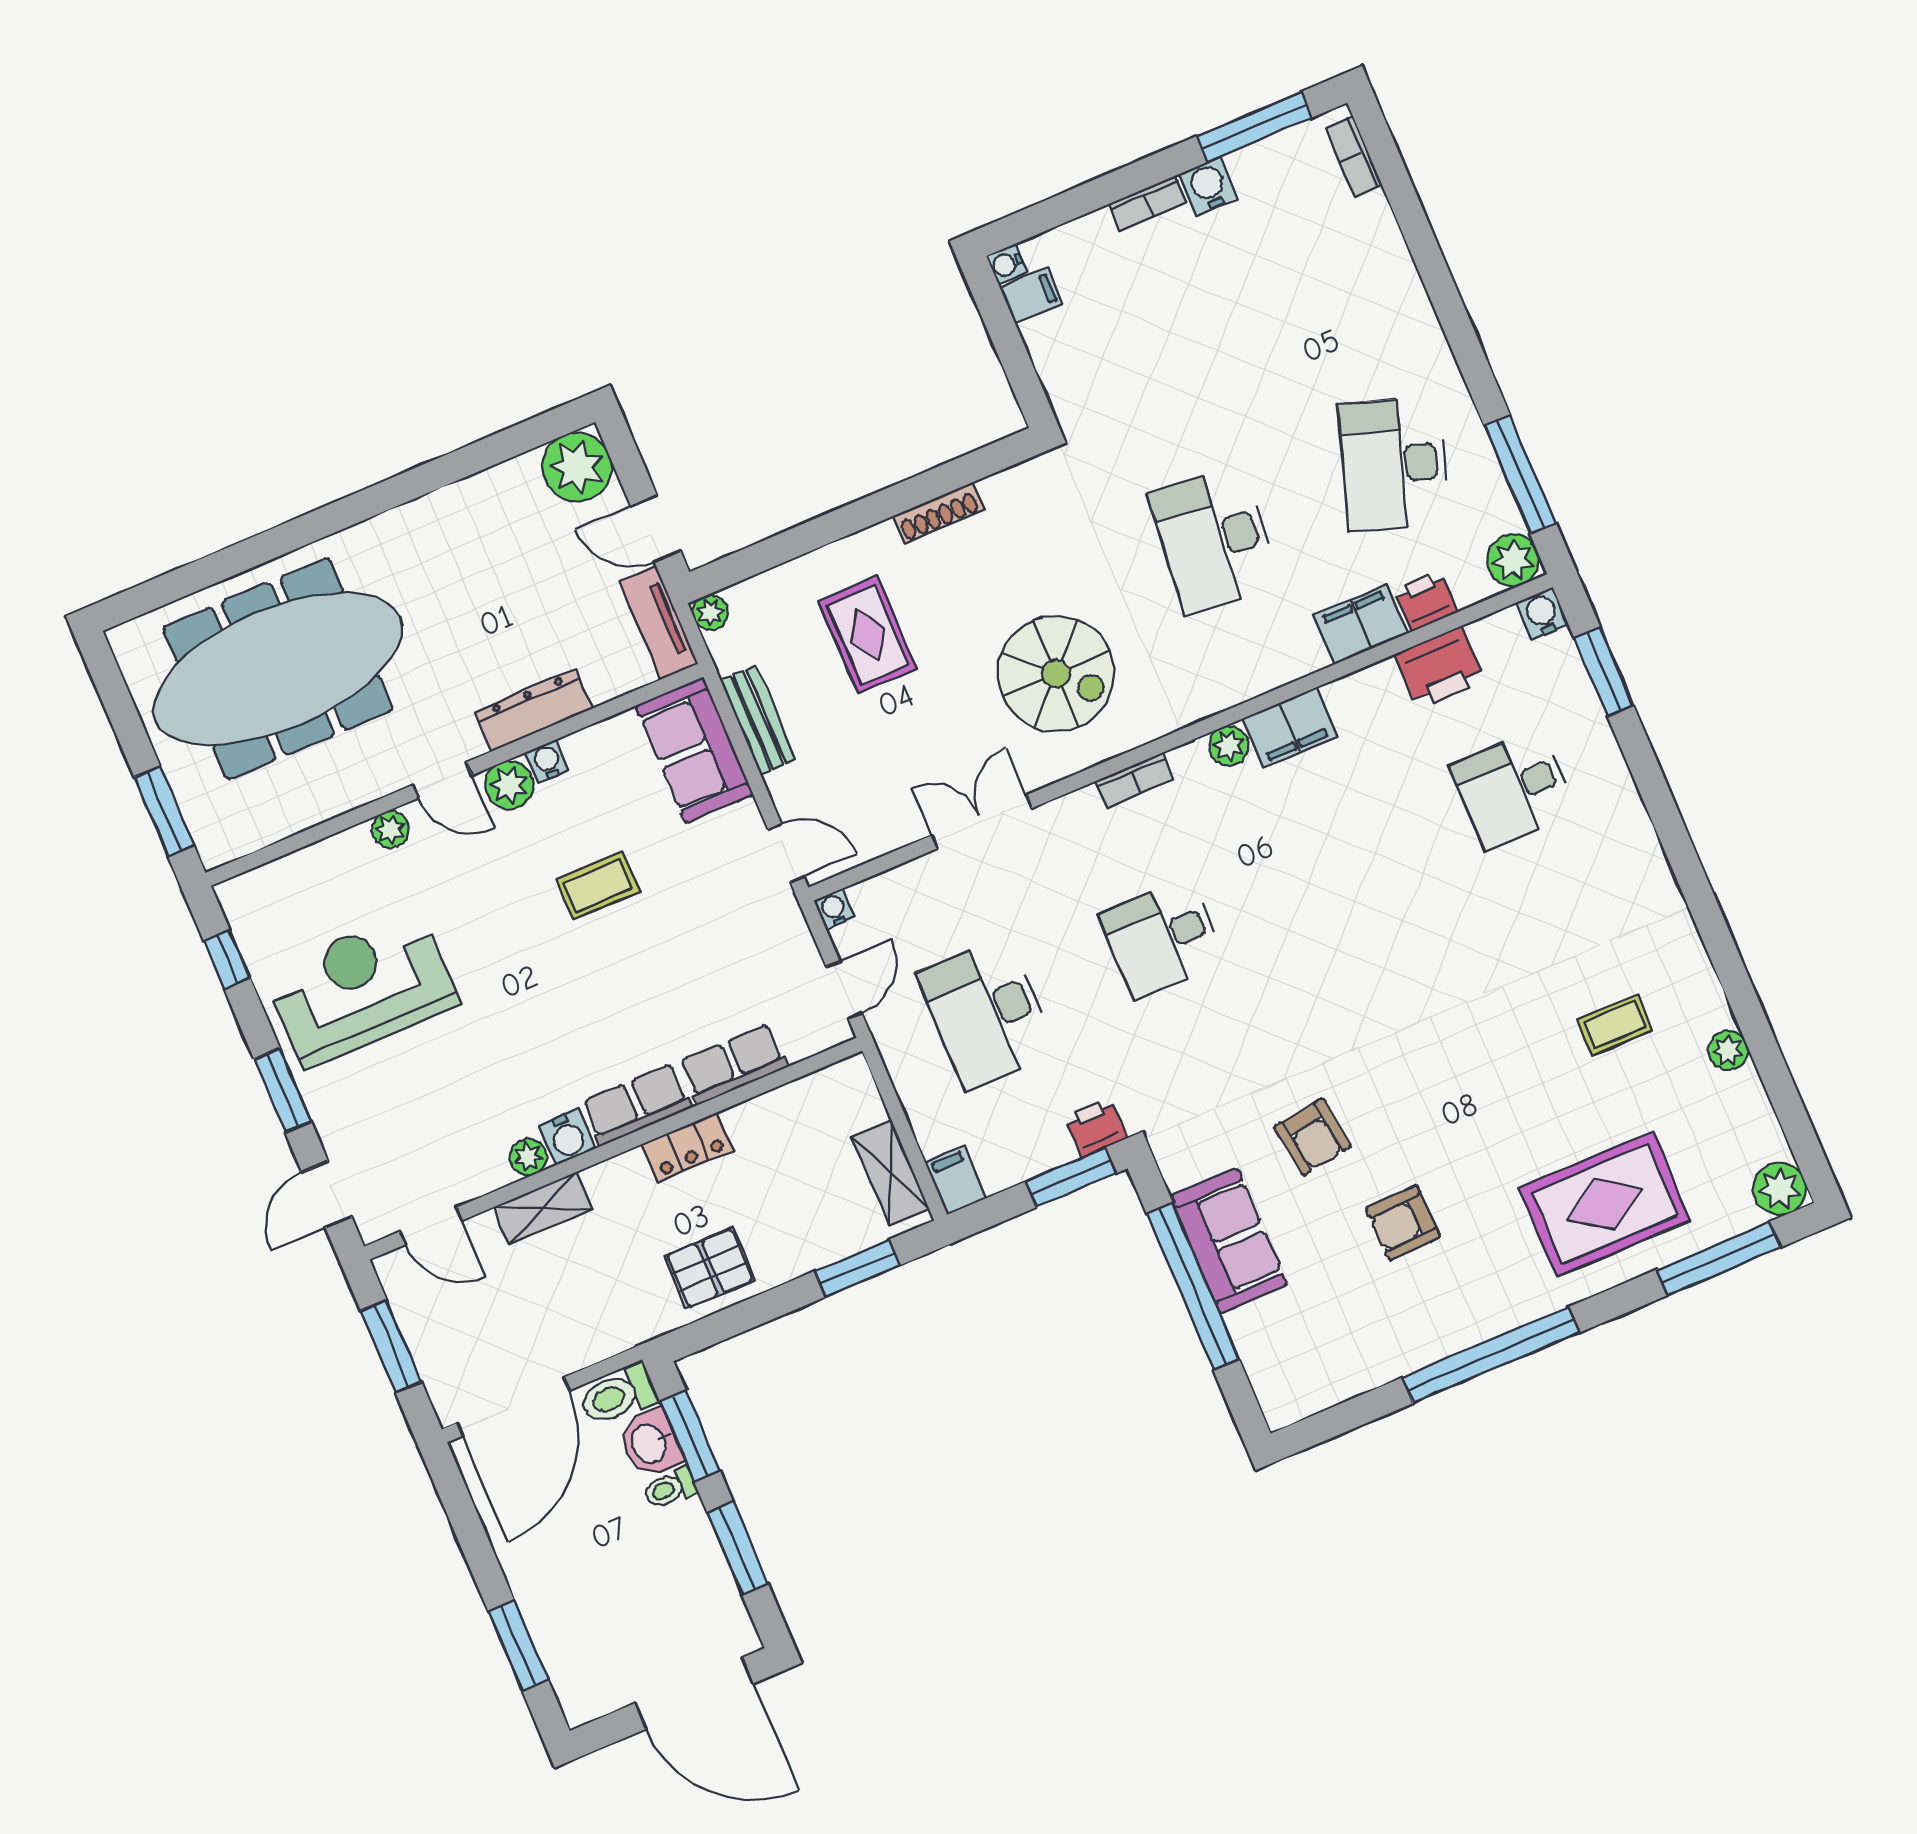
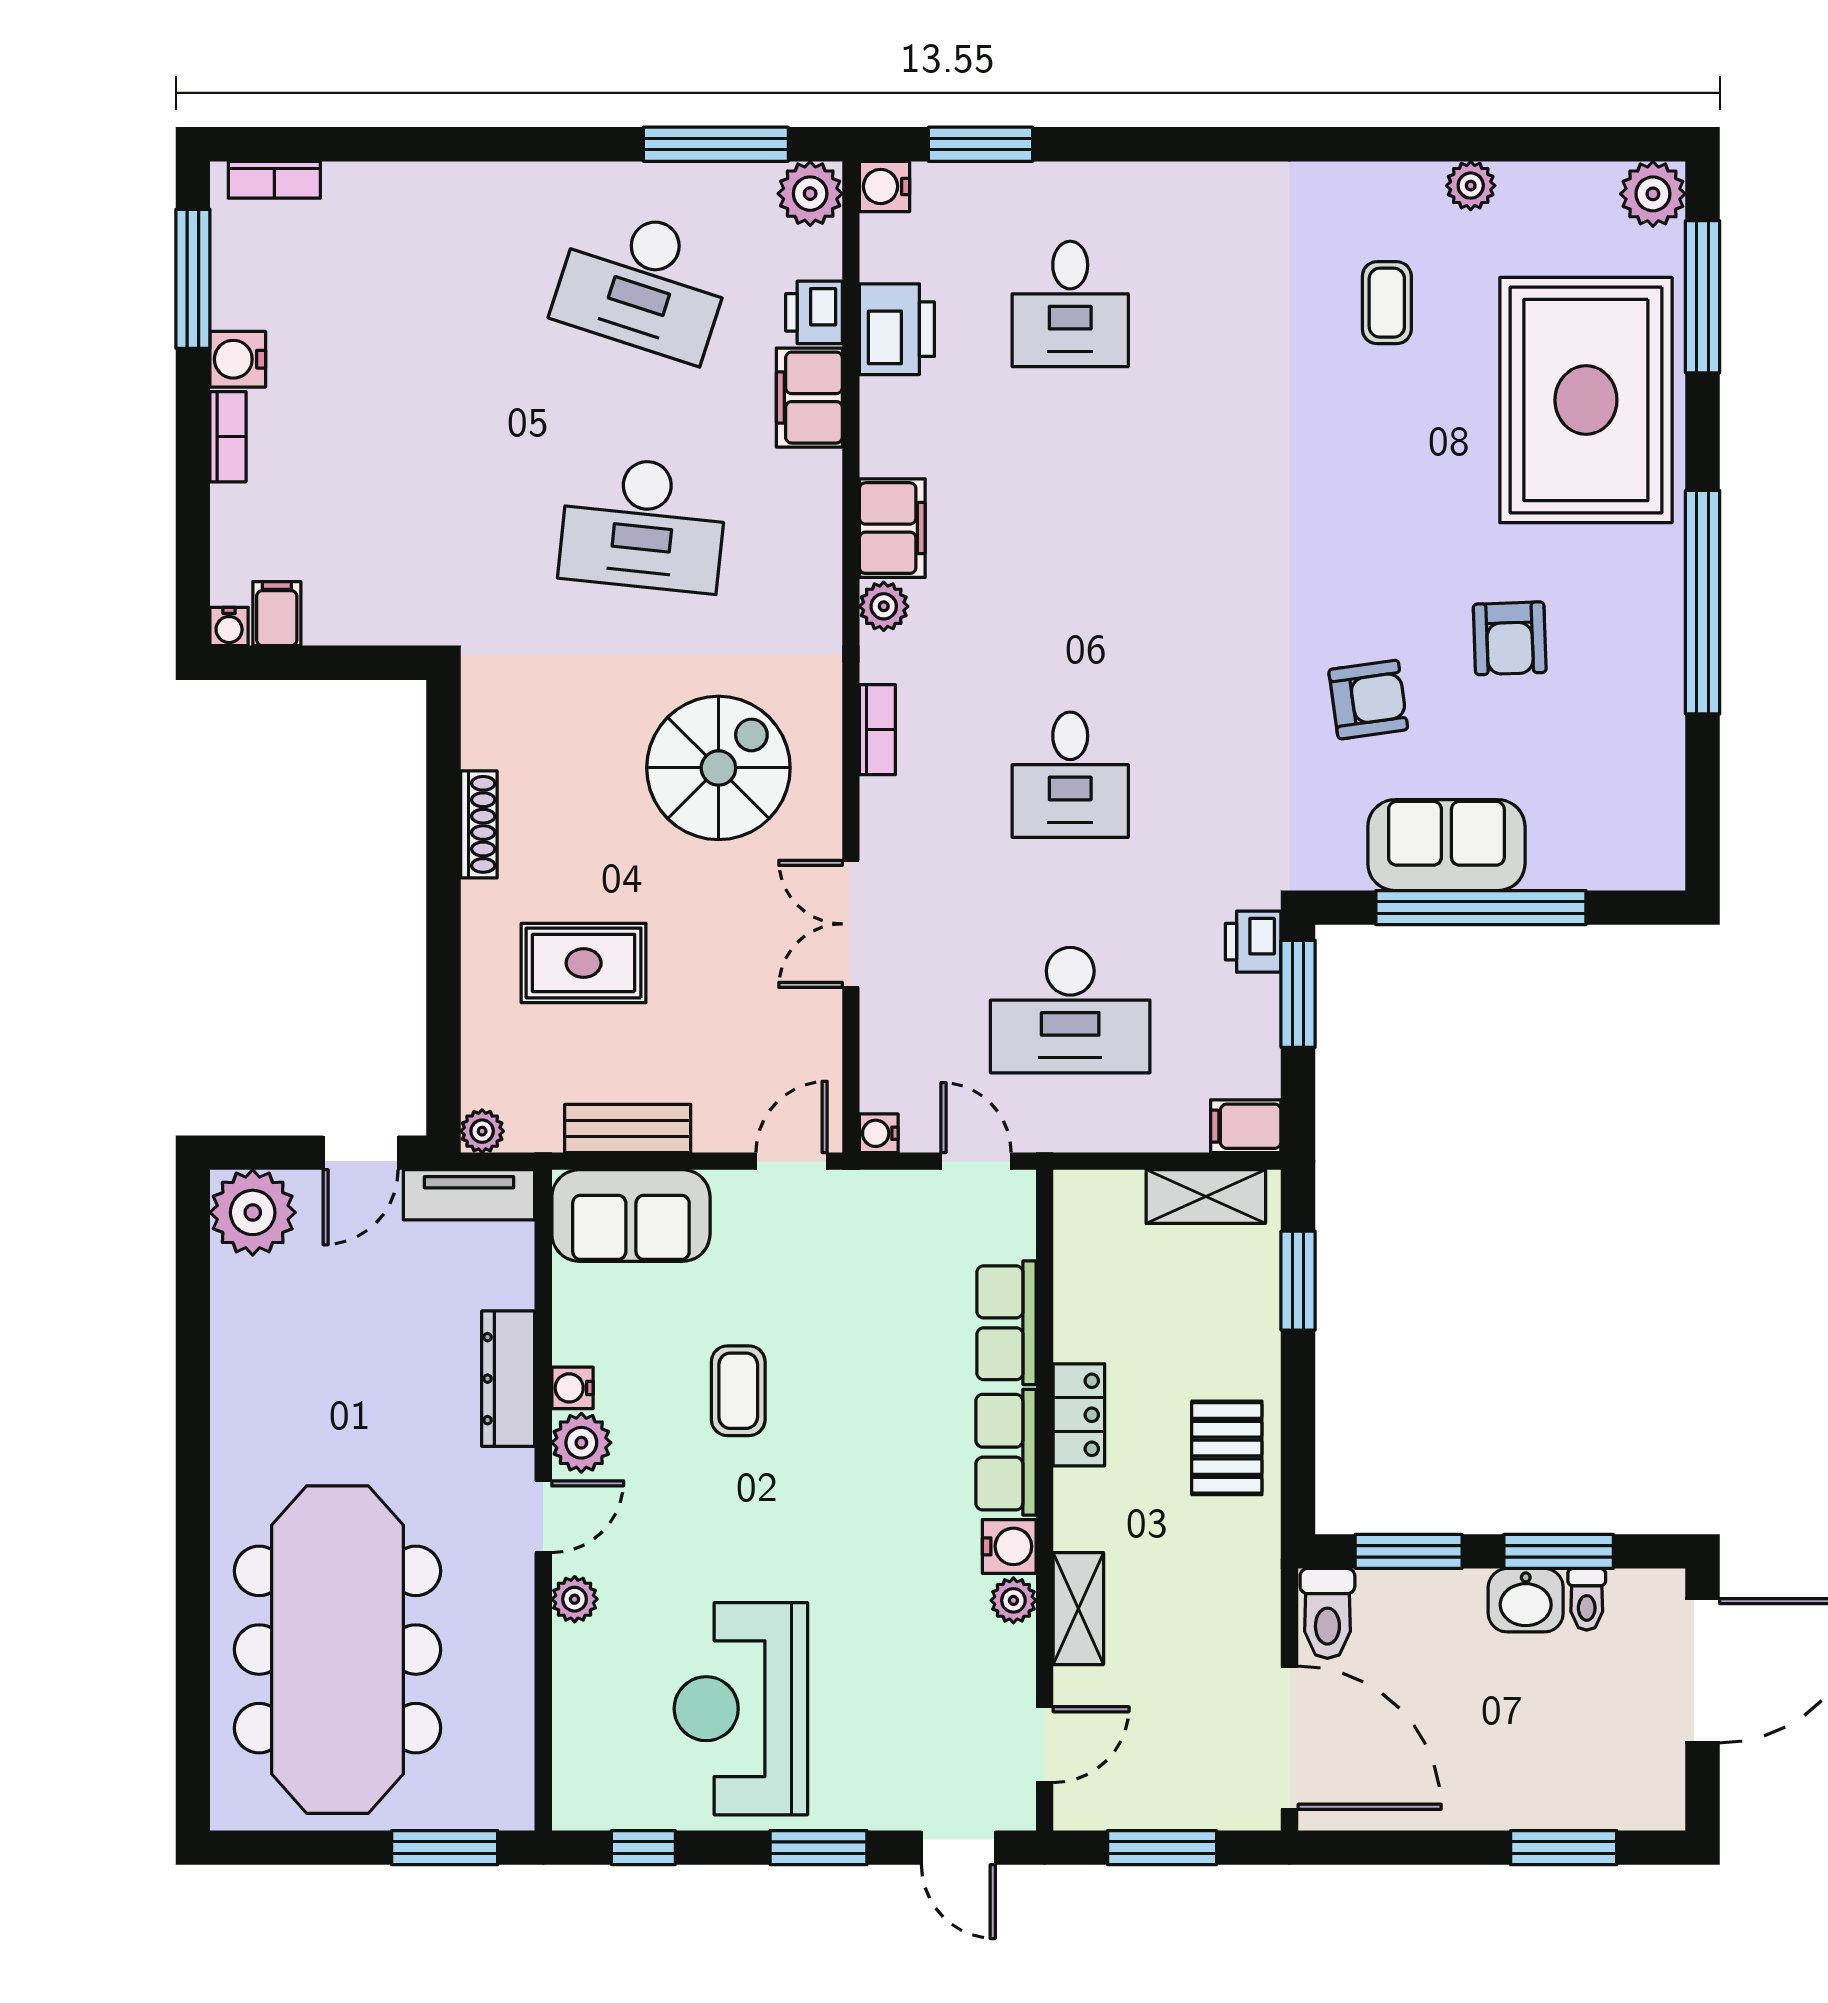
rug: (1605, 1204) -> (1586, 400), width x1.37, depth x1.44
washbasin: (650, 1443) -> (1526, 1600), moved
toilet: (670, 1488) -> (1587, 1599), moved

